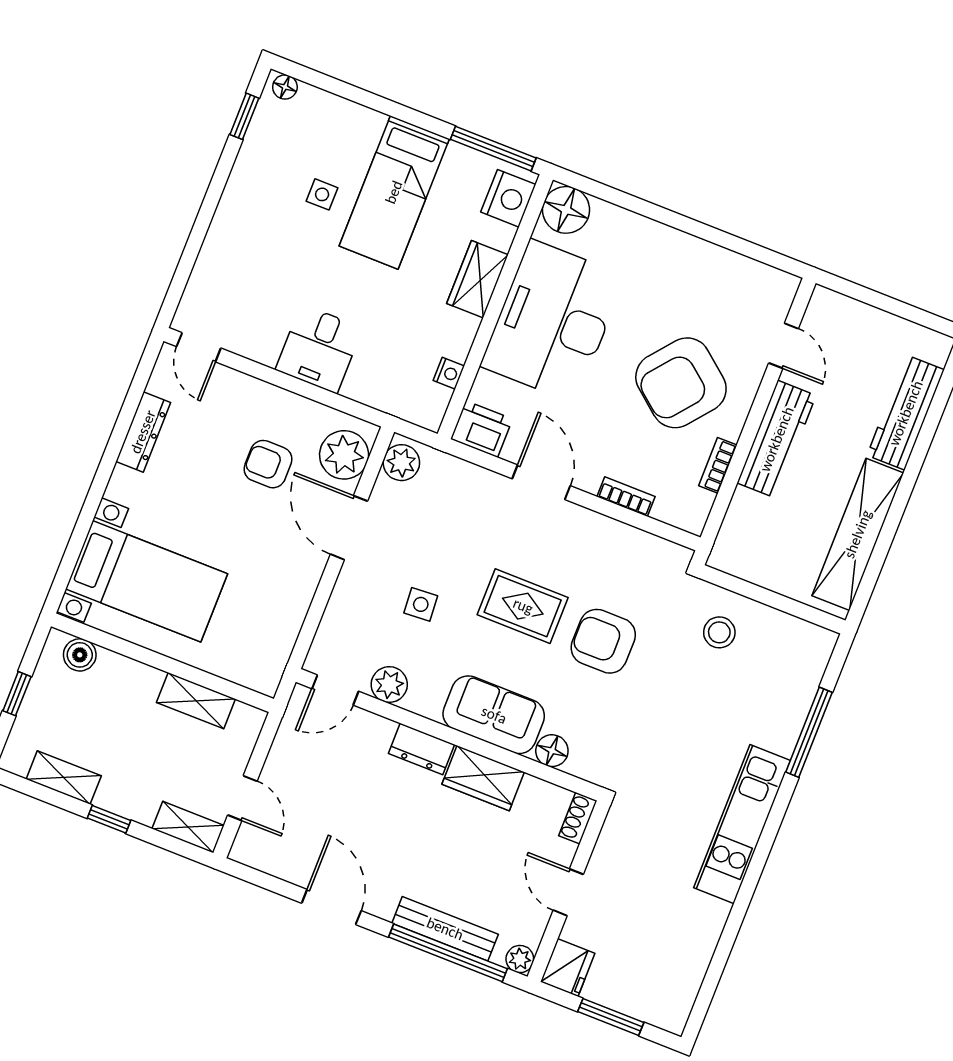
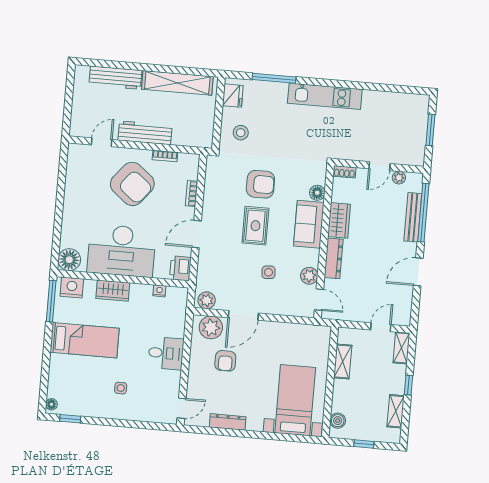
side table: (322, 194) -> (121, 388), moved
armchair: (603, 641) -> (260, 184), turned -90
dresser: (421, 749) -> (334, 258), width x1.44
plant: (520, 959) -> (399, 178), moved
fridge: (568, 968) -> (233, 96), moved, turned 90

